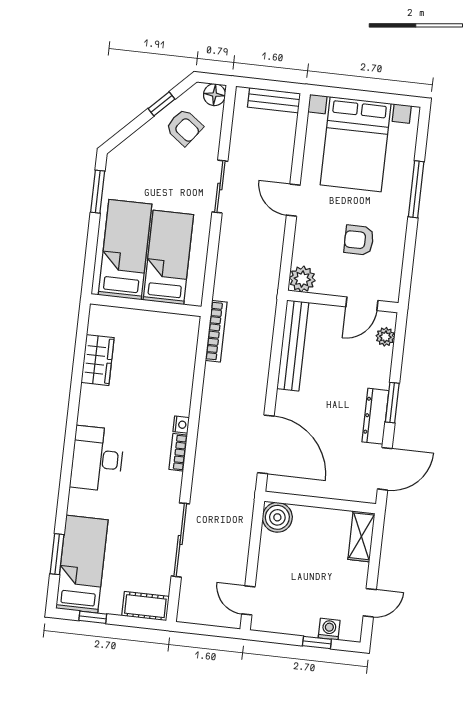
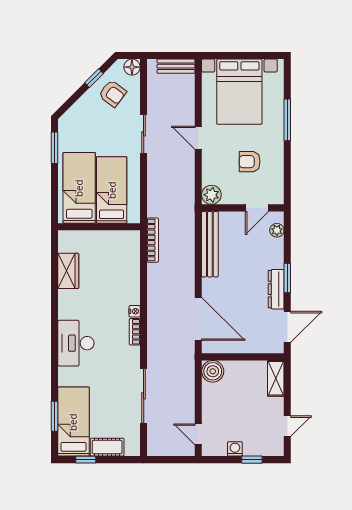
cot: (145, 606) -> (107, 447), moved
washing machine: (329, 629) -> (235, 449), moved

